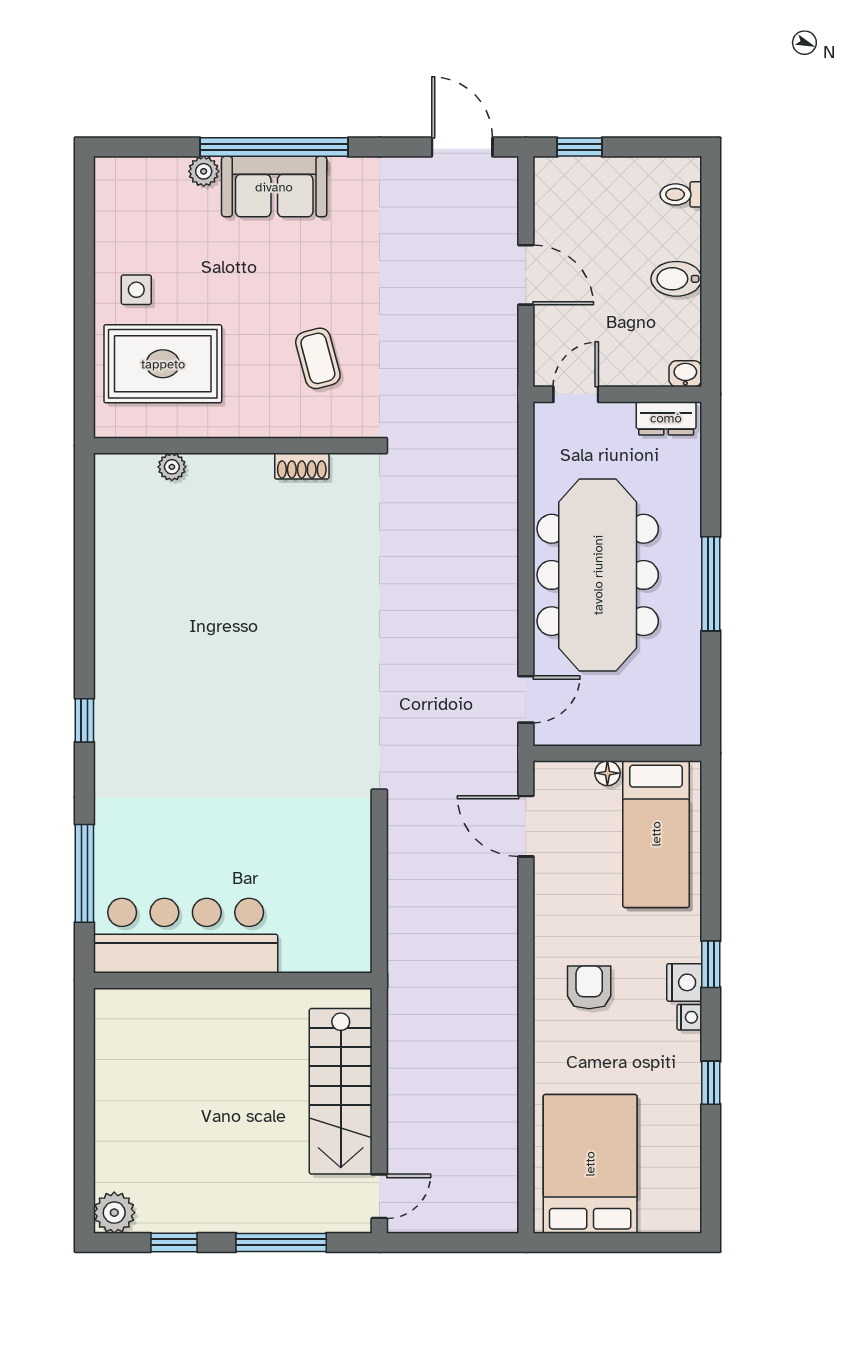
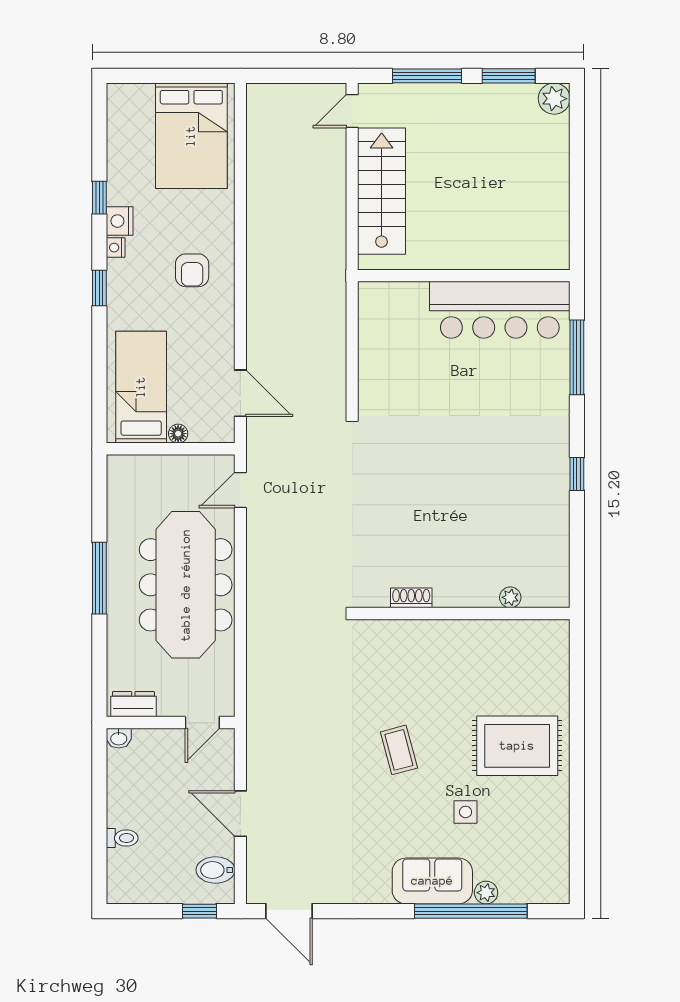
window: (274, 147) -> (471, 911), moved
toilet: (681, 194) -> (122, 838), moved
bidet: (676, 279) -> (215, 870), moved, turned 180
side table: (136, 290) -> (466, 812), moved
wall: (233, 446) -> (464, 614), moved
shoe rack: (302, 466) -> (411, 598), moved
plant: (172, 467) -> (510, 597), moved
nightstand: (684, 982) -> (120, 221), moved
window: (174, 1242) -> (509, 76), width x1.50

